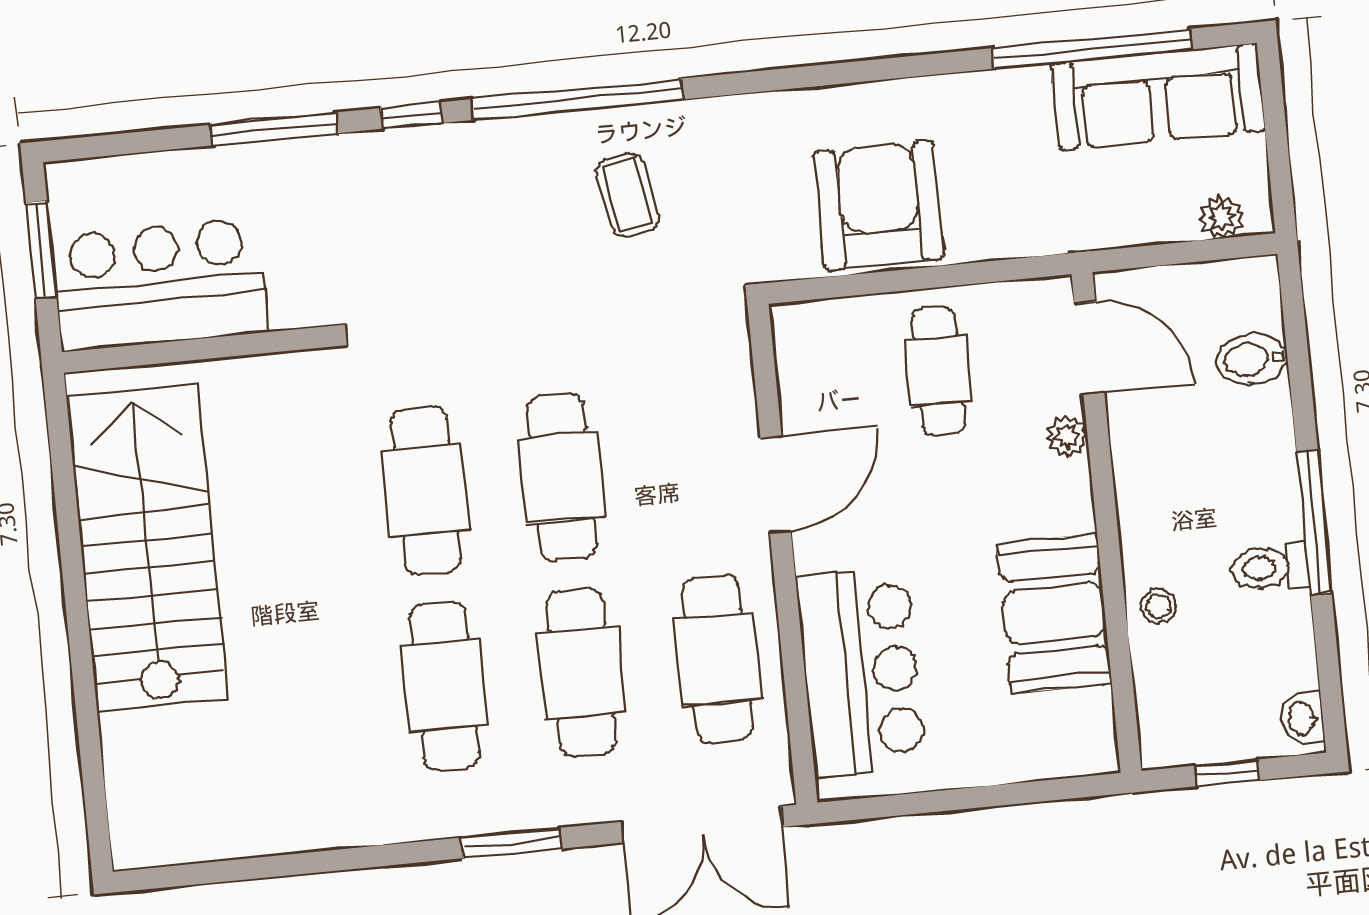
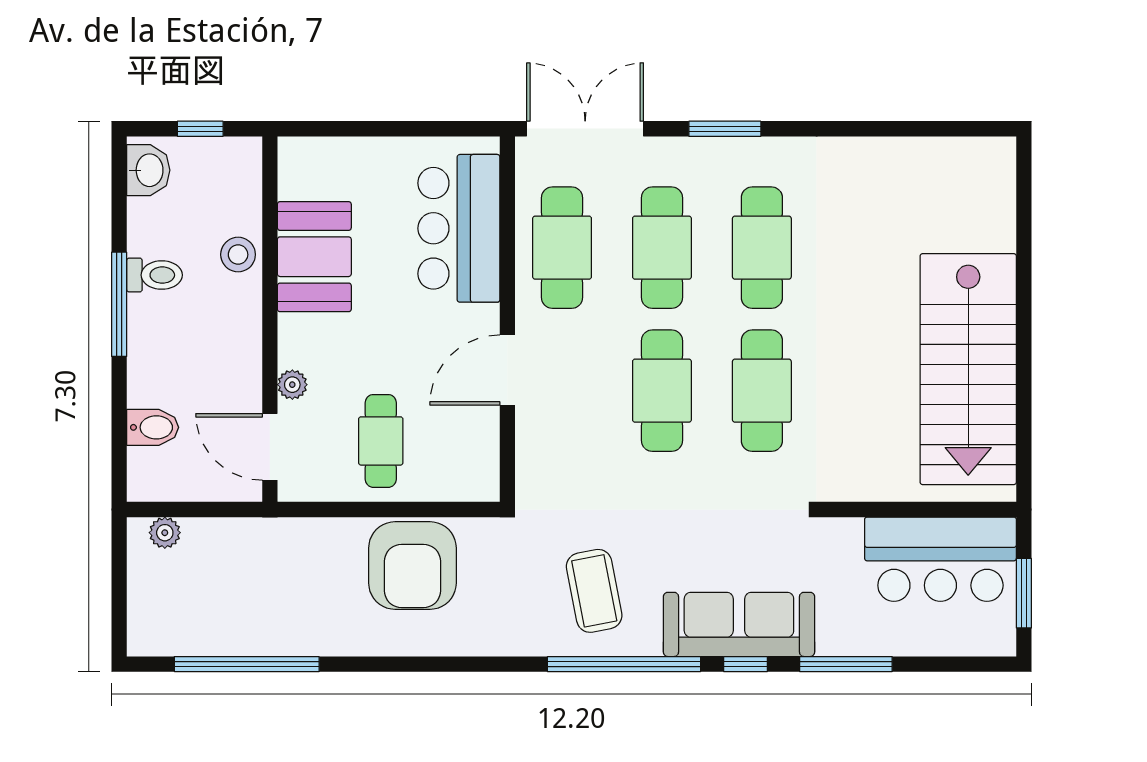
sofa: (1158, 97) -> (739, 624), moved
coffee table: (628, 195) -> (594, 591), width x1.36, depth x1.30
stool: (1159, 606) -> (238, 255), width x1.37, depth x1.37
washbasin: (1302, 718) -> (148, 170), width x1.38, depth x1.45

